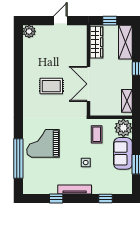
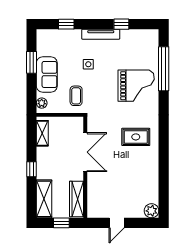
rug: (51, 86) -> (136, 137), moved
plant: (123, 128) -> (42, 103), width x0.53, depth x0.53

